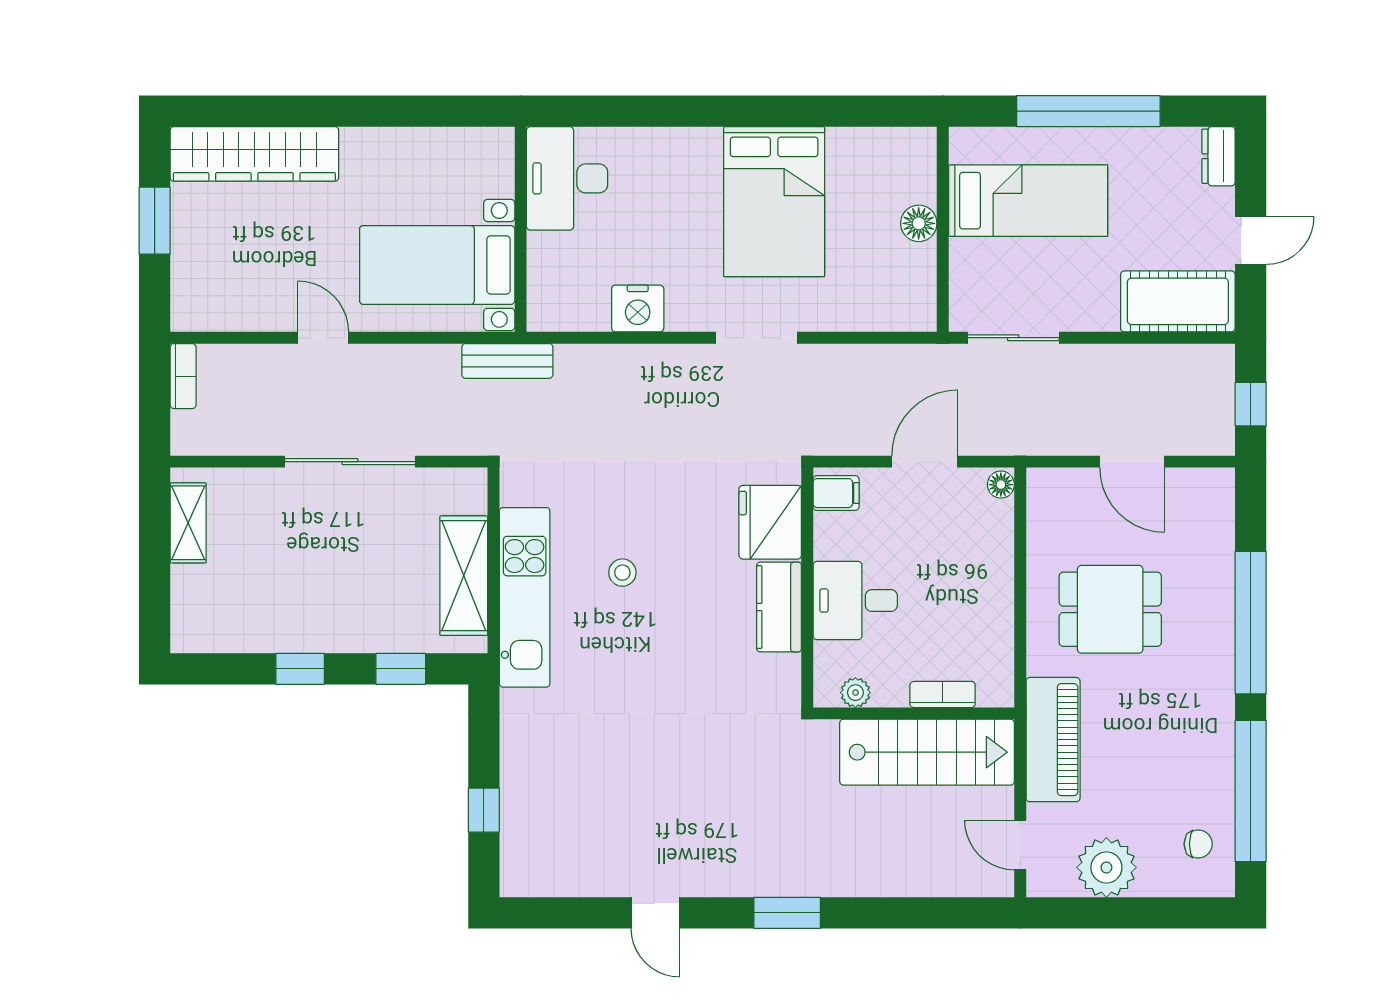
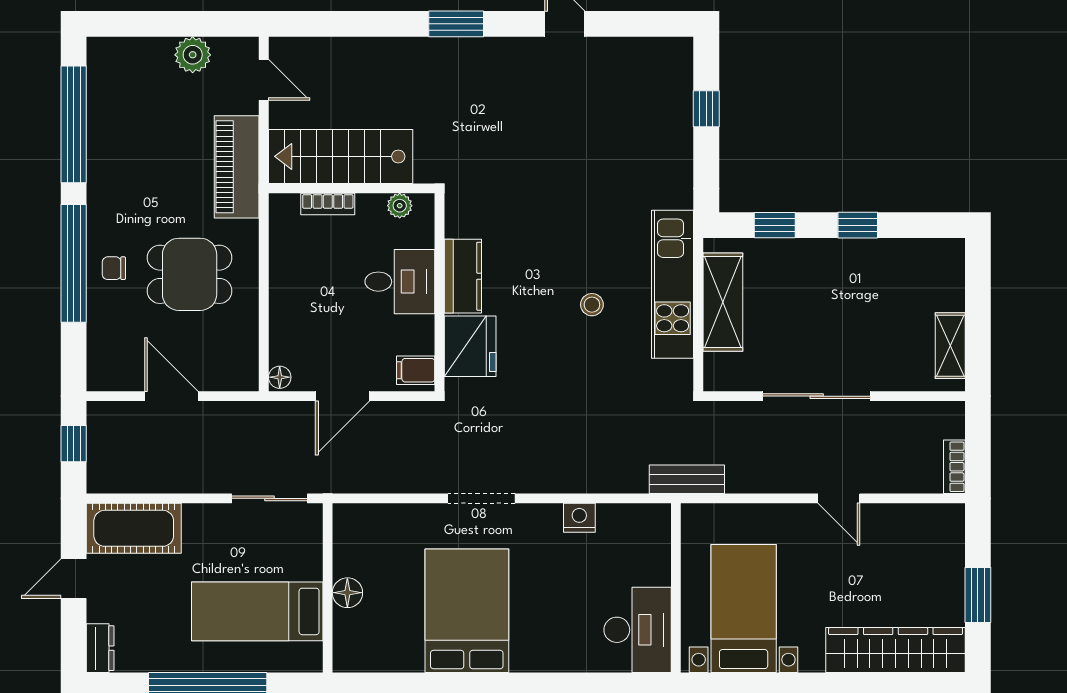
bed with nightstands: (437, 265) -> (744, 608), moved, turned -90
nightstand: (638, 309) -> (579, 518), width x0.74, depth x0.75
chair: (1198, 844) -> (114, 268), moved
plant: (1106, 867) -> (193, 55), width x0.73, depth x0.73

